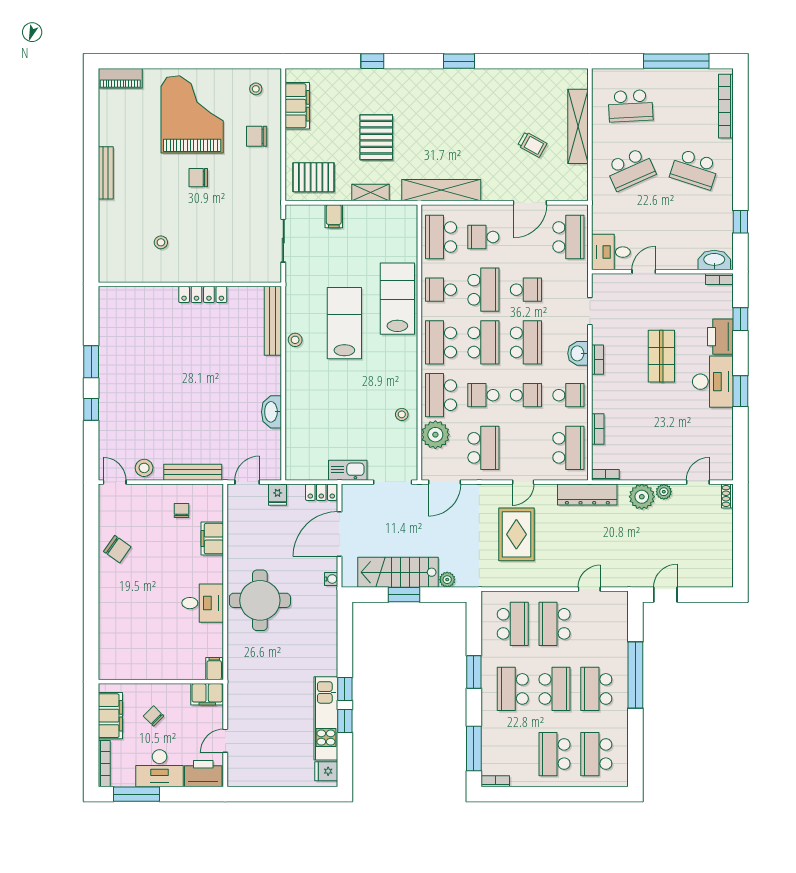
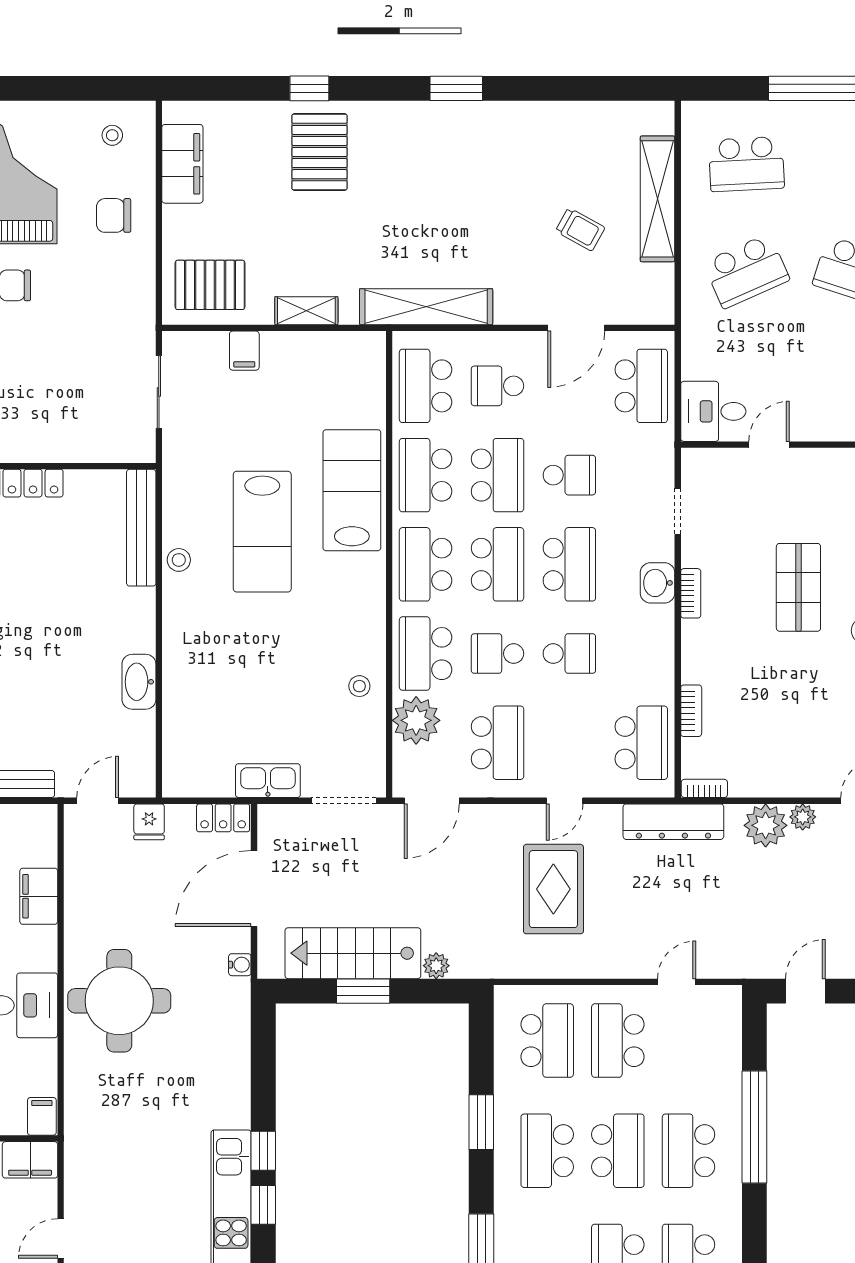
pallet: (376, 137) -> (319, 152), moved
school desk: (441, 290) -> (426, 475), width x1.85
lab bench: (344, 323) -> (262, 532), turned 180
school desk: (568, 395) -> (641, 654), removed

